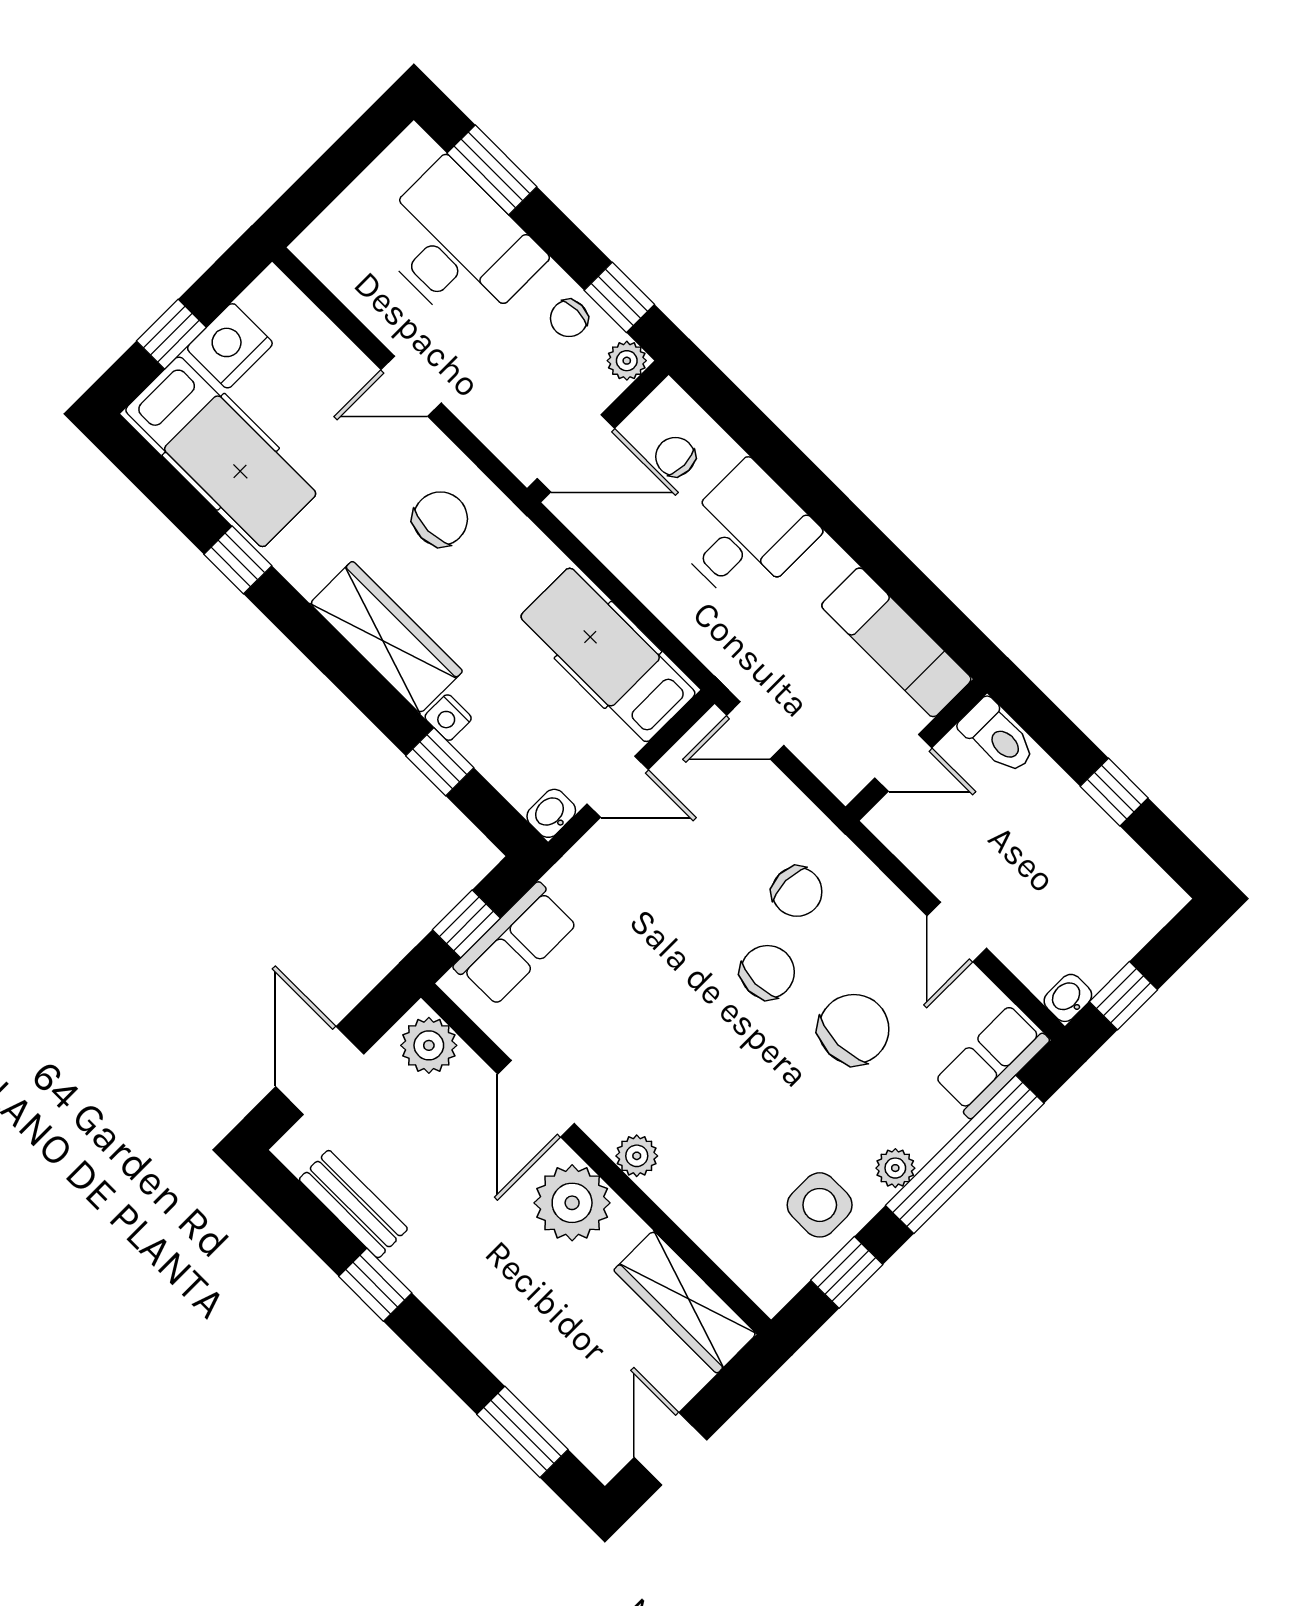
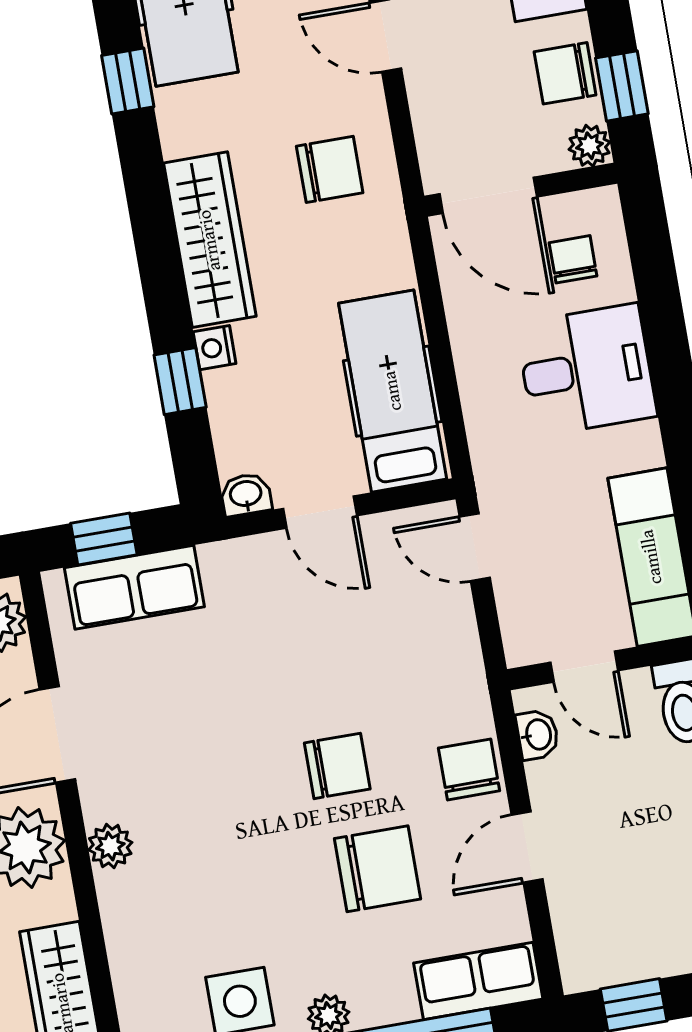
chair: (569, 318) -> (565, 73), width x1.37, depth x1.37
chair: (797, 892) -> (469, 769), moved, turned 180
washbasin: (1068, 998) -> (537, 735), moved, turned 90

